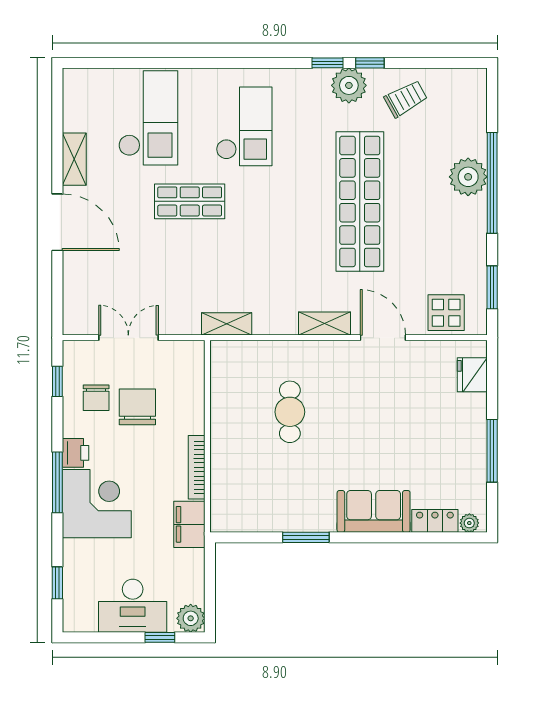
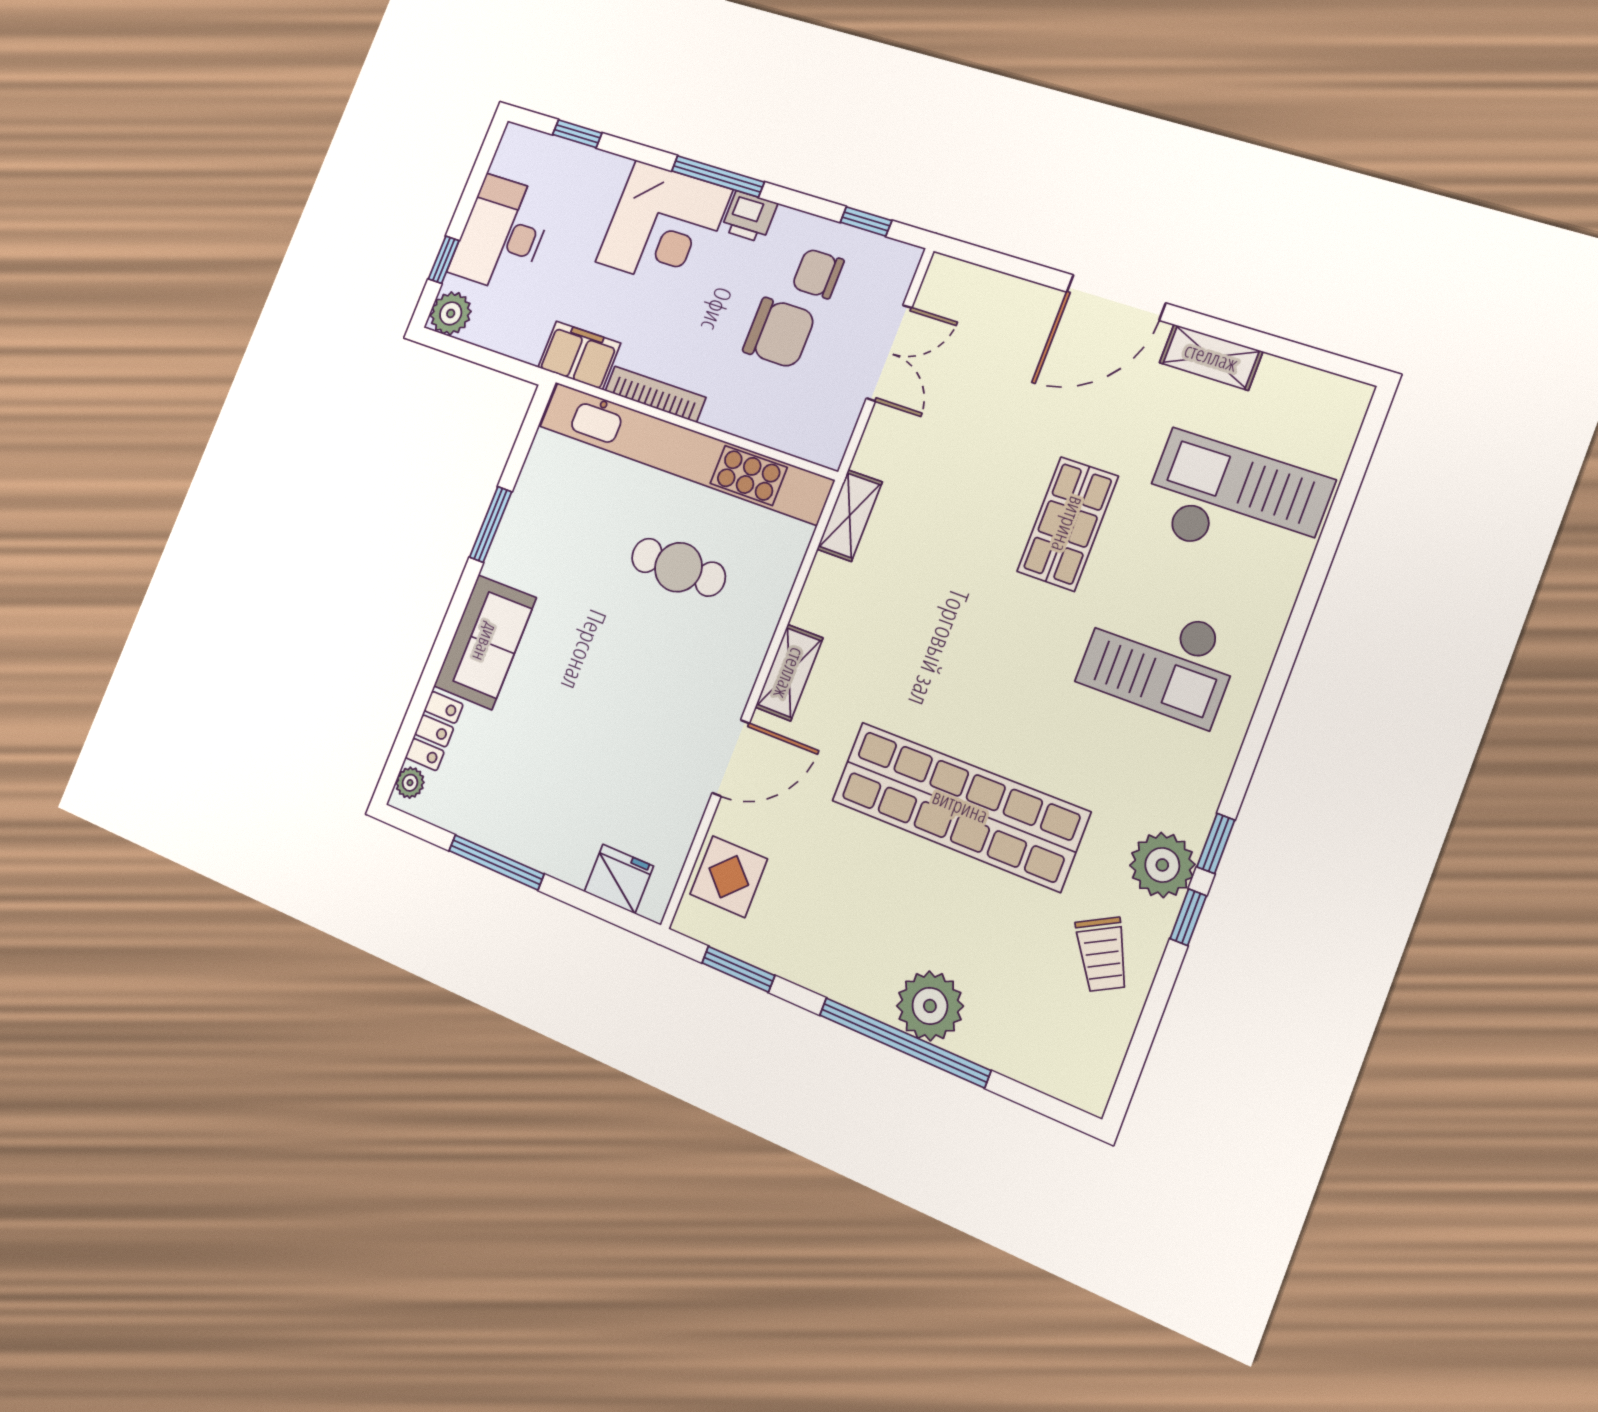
checkout: (148, 118) -> (1235, 503), turned 180
kitchen unit: (224, 436) -> (684, 453), added

